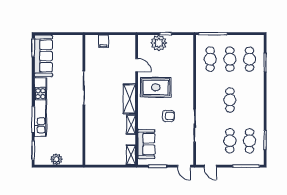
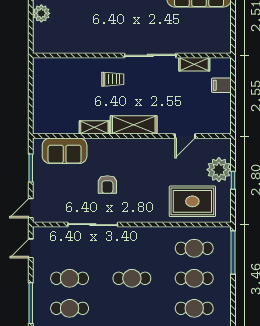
rug: (156, 87) -> (192, 201), moved, turned 90
trolley: (100, 113) -> (113, 79), added
shelving: (131, 155) -> (194, 64), moved

